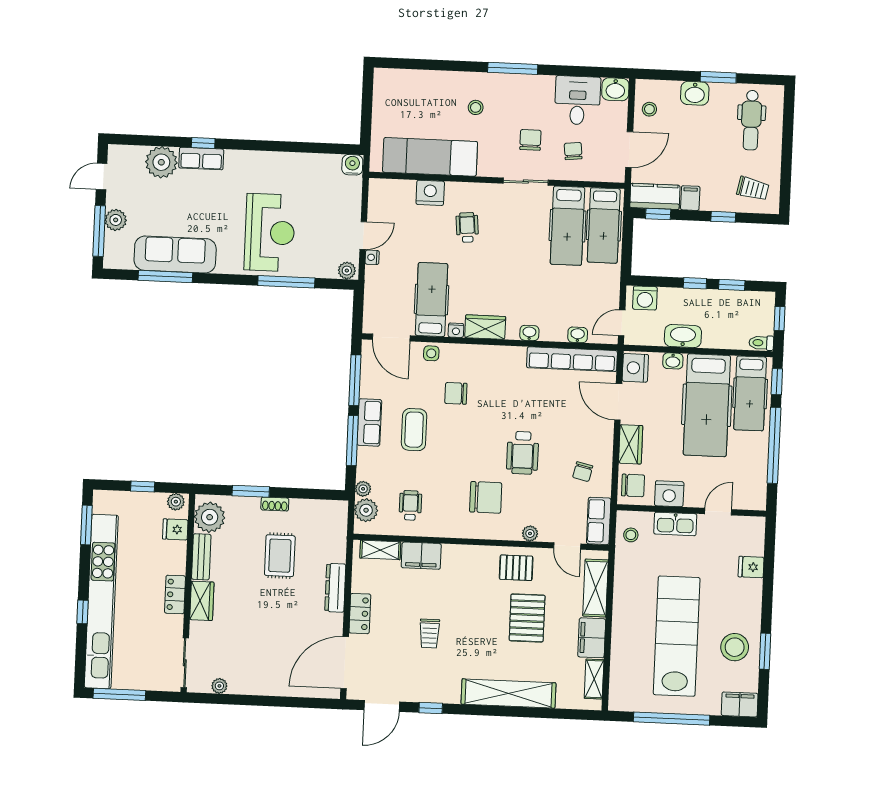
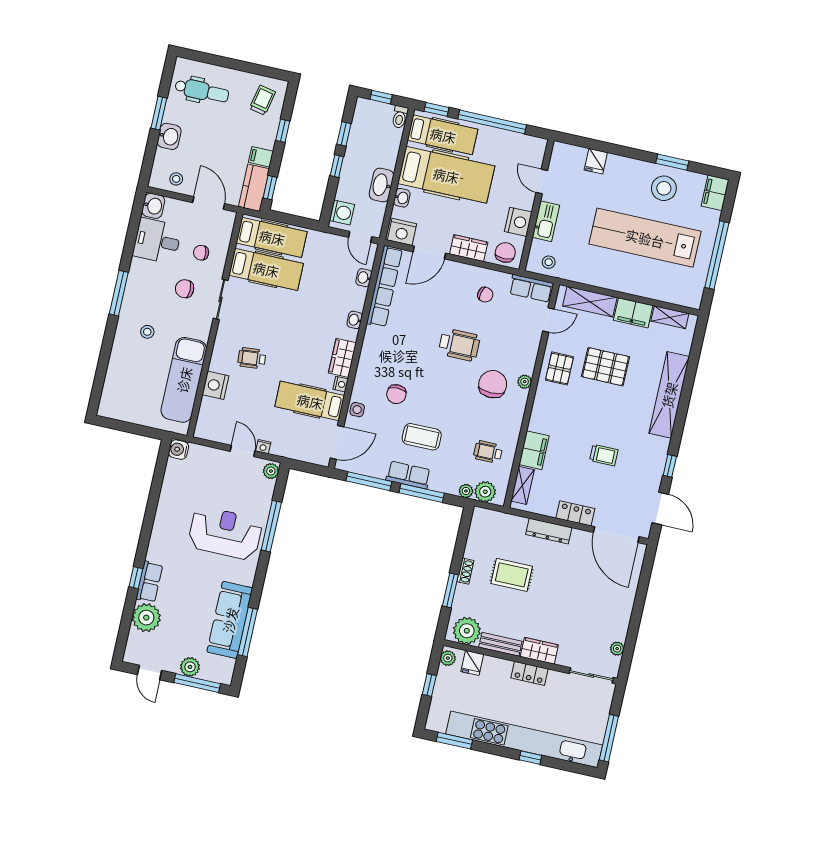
plant: (530, 533) -> (525, 382), moved

